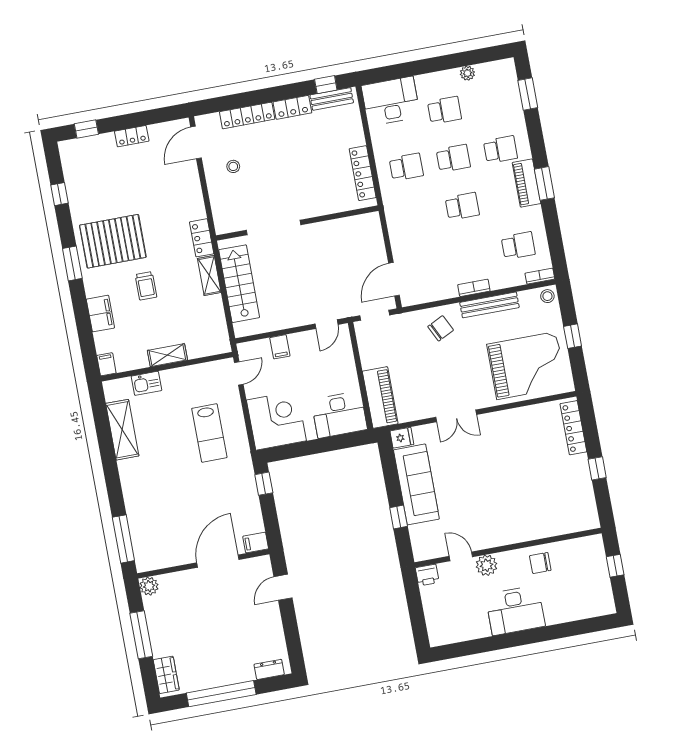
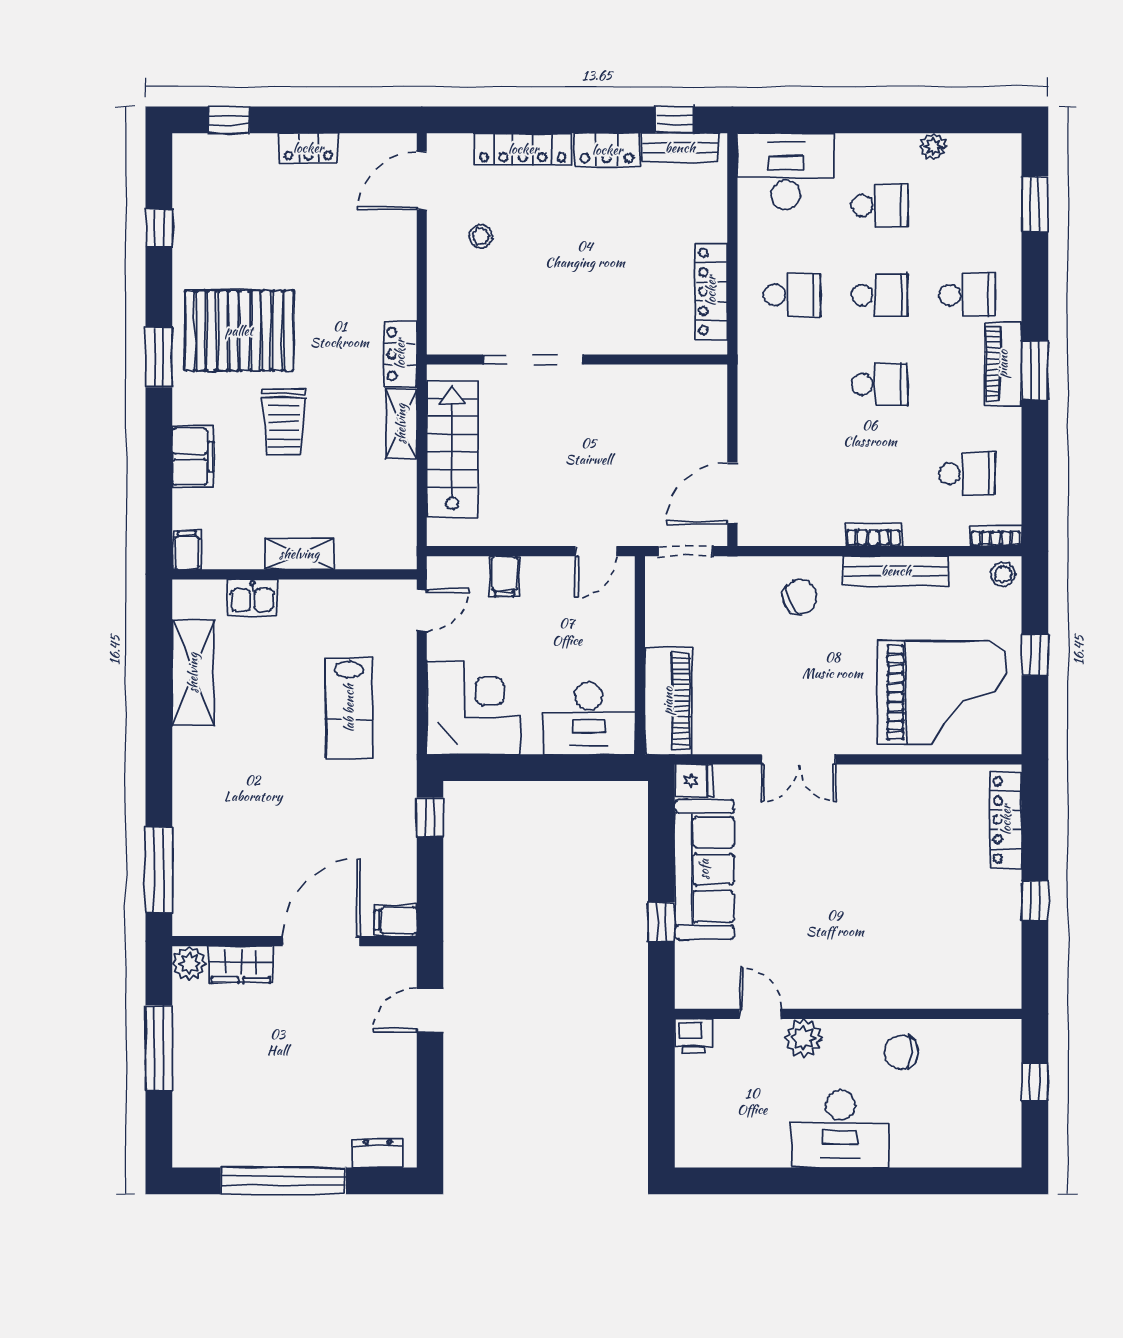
trolley: (146, 286) -> (284, 422), width x1.36, depth x1.39
wardrobe: (166, 675) -> (241, 965), moved, turned 90

